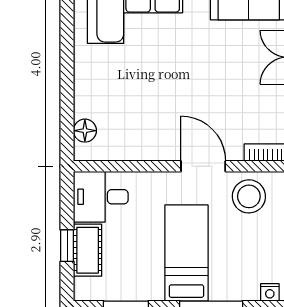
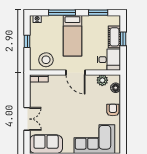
armchair: (91, 78) -> (113, 110), added
plant: (116, 148) -> (102, 80), added
door: (203, 166) -> (75, 73), moved

